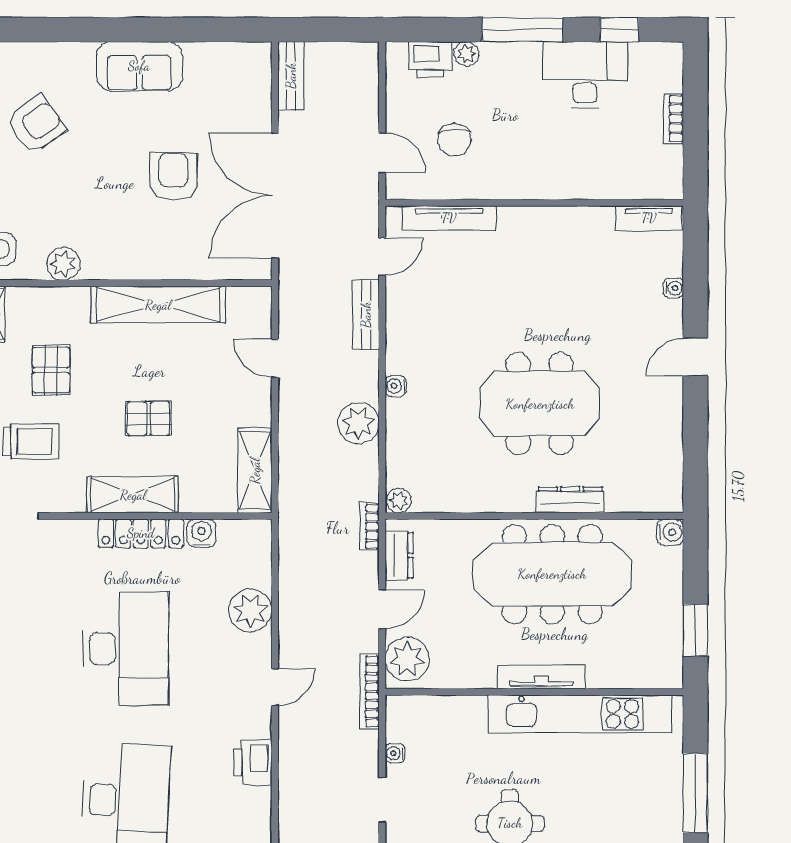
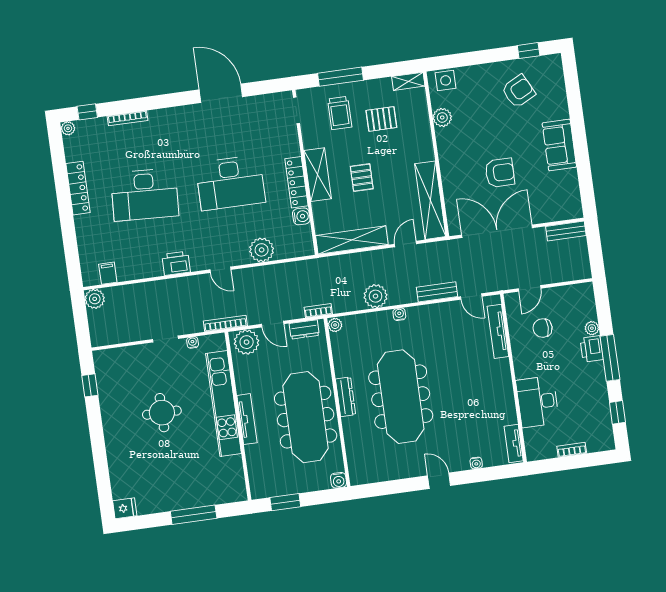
printer: (430, 59) -> (592, 349), moved
desk: (585, 75) -> (538, 402), moved, turned 180
armchair: (36, 125) -> (518, 91), turned -82
shelving: (158, 305) -> (430, 200), moved
meeting table: (540, 404) -> (401, 397), width x1.36
shelving: (255, 471) -> (352, 240), width x1.47
dresser: (570, 500) -> (346, 397), moved
kitchen unit: (580, 714) -> (224, 404), moved

